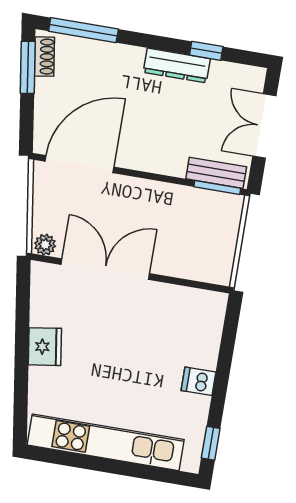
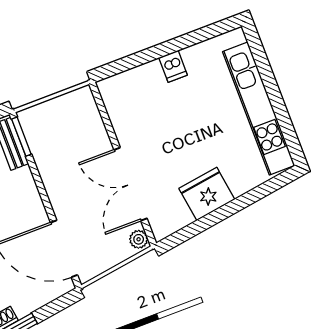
fridge: (45, 347) -> (207, 194), width x1.36, depth x1.34
window: (211, 443) -> (214, 30), removed

